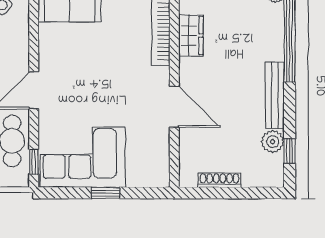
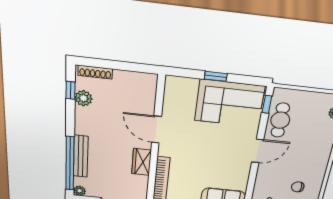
wardrobe: (191, 35) -> (141, 162), moved
bench: (275, 95) -> (81, 156), moved
shoe rack: (219, 180) -> (95, 72), moved

